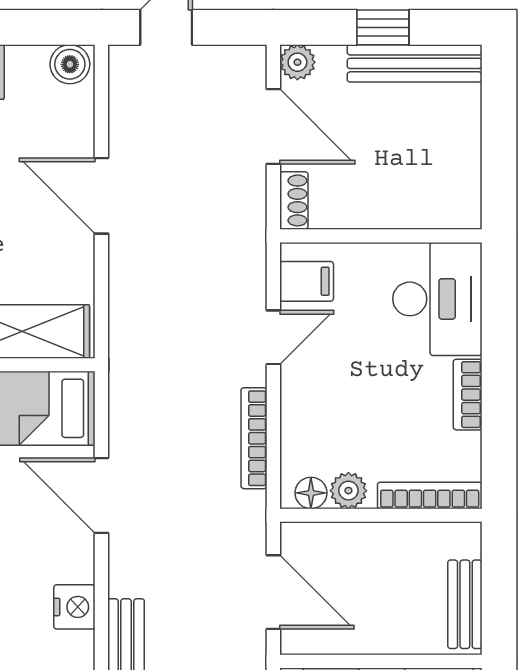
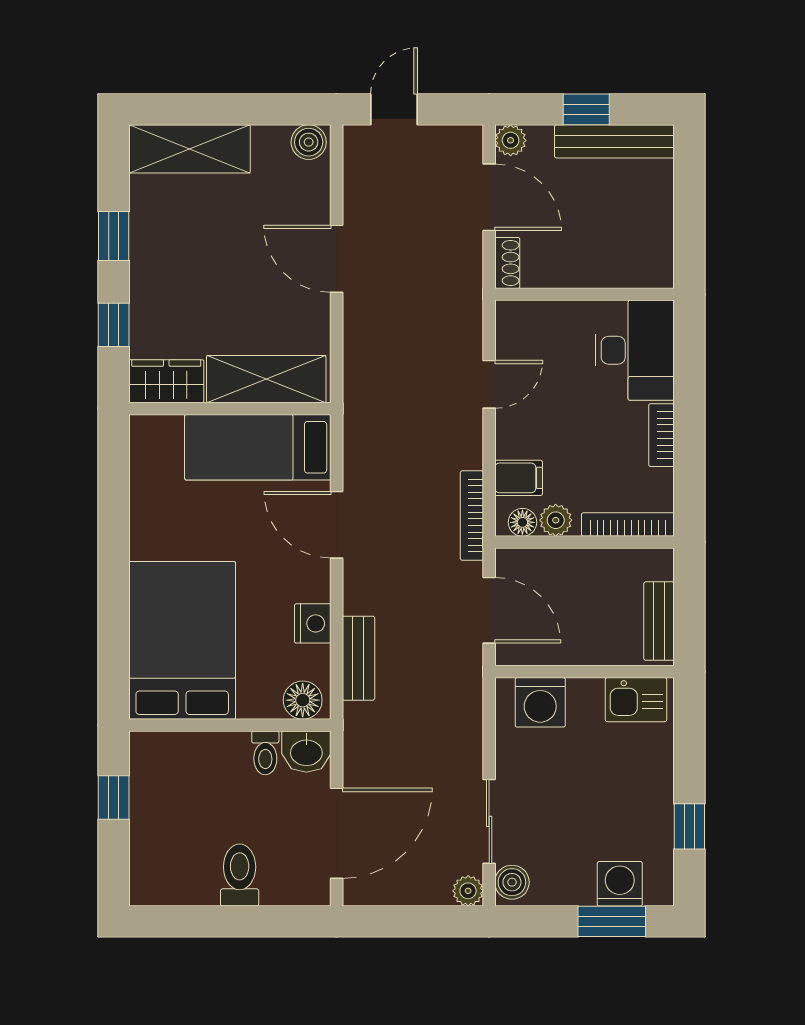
filing cabinet: (307, 281) -> (519, 478), moved
bookcase: (254, 438) -> (472, 516), moved

